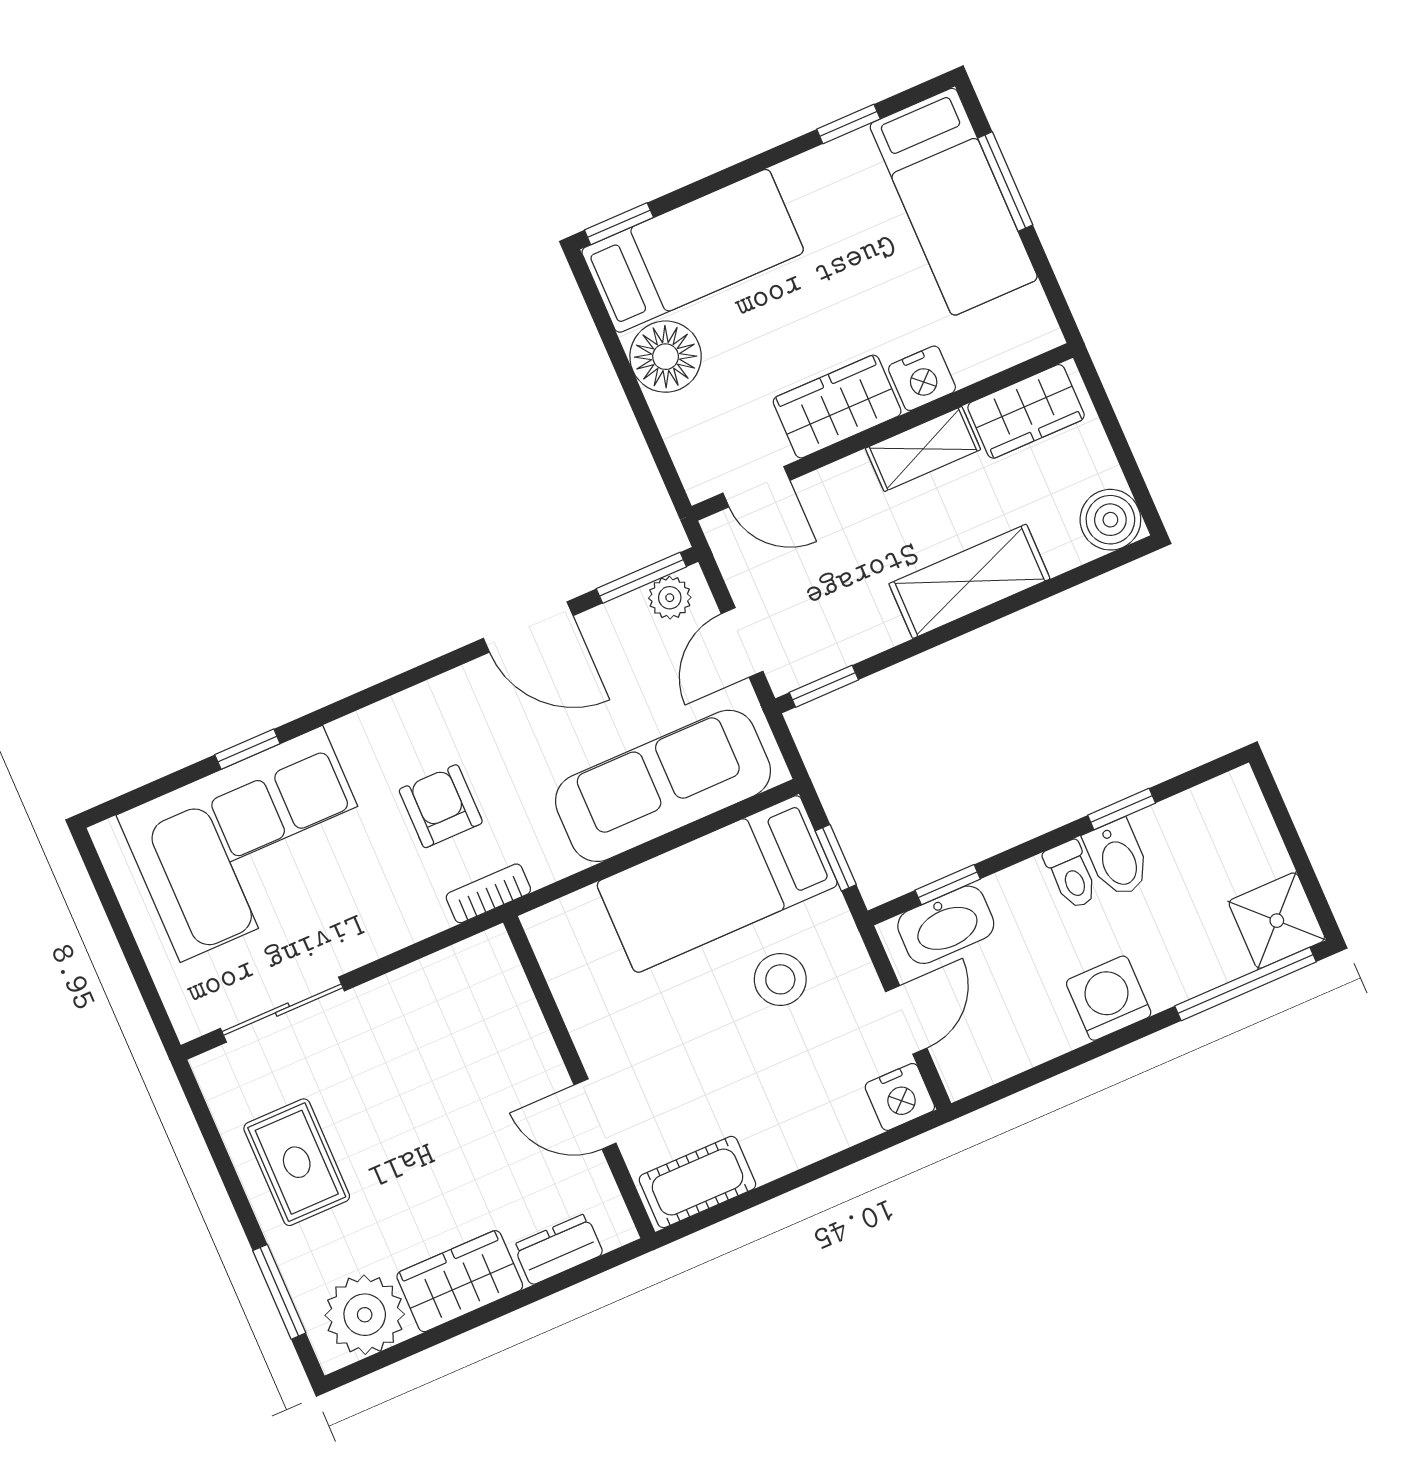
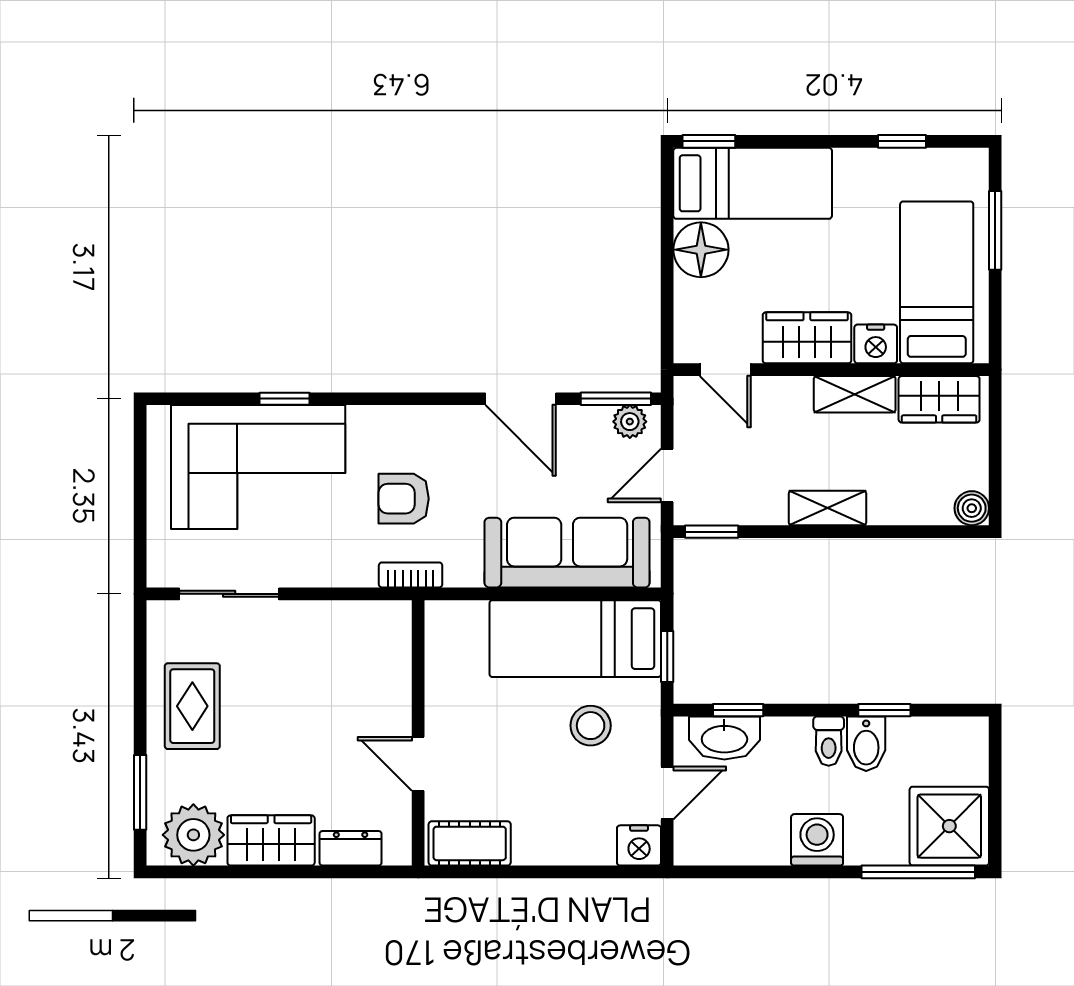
bed: (954, 202) -> (937, 282), moved, turned 180
boiler: (1110, 520) -> (972, 508), width x0.73, depth x0.73
shelving: (969, 581) -> (827, 508), width x0.67, depth x0.75
armchair: (441, 806) -> (404, 499), turned -90
shower: (1277, 921) -> (949, 826), width x1.36, depth x1.36

